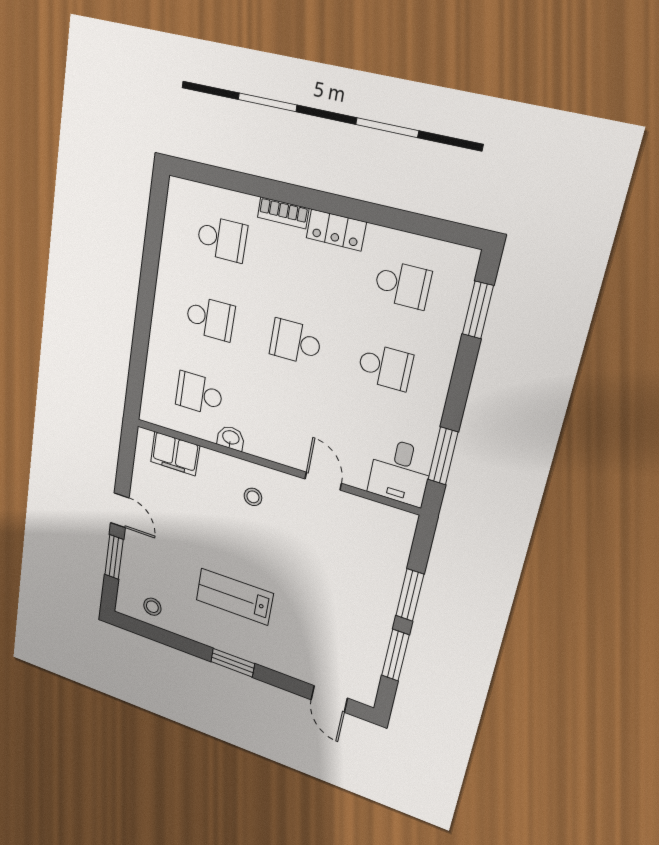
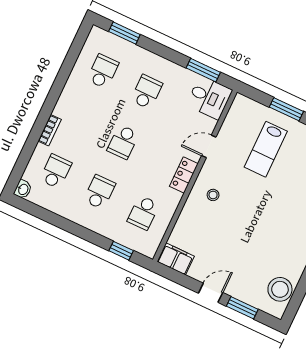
locker: (336, 230) -> (184, 175), moved, turned 180
window: (137, 369) -> (121, 251), added
washbasin: (231, 438) -> (23, 189), moved, turned 180
filing cabinet: (175, 454) -> (176, 259), moved, turned -90
lab bench: (234, 597) -> (266, 149), moved
stool: (152, 607) -> (280, 289), width x1.89, depth x1.89

